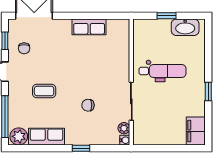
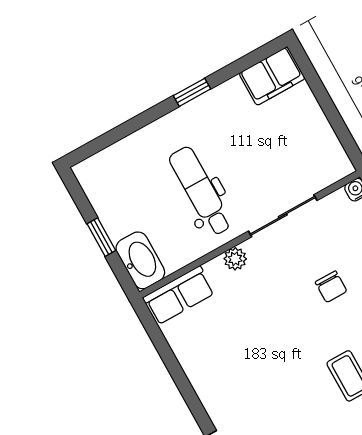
row of seats: (89, 27) -> (179, 295), moved, turned 90
washbasin: (185, 27) -> (140, 260), moved
plant: (124, 128) -> (235, 259), moved

